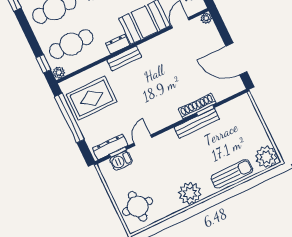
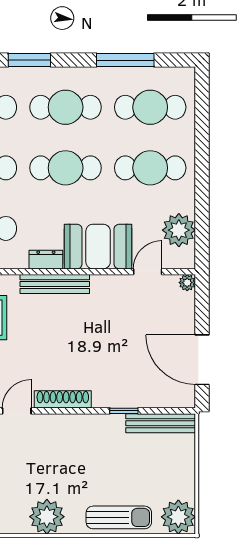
bench: (124, 58) -> (55, 284), width x1.36
shoe rack: (197, 106) -> (63, 399), moved
bench: (197, 123) -> (161, 423), moved

